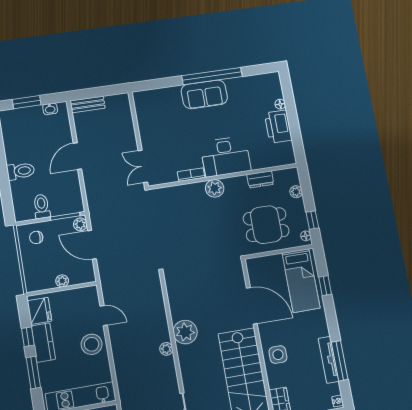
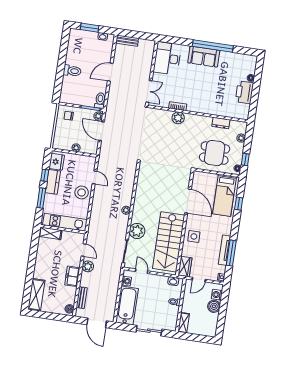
desk: (226, 156) -> (167, 58), moved, turned 90
double door: (143, 166) -> (149, 91), swing flipped
plant: (215, 188) -> (178, 118), moved
toilet: (42, 206) -> (100, 101), moved
plant: (185, 332) -> (137, 231), moved

